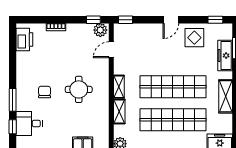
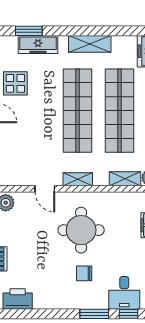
door: (111, 50) -> (45, 189), moved
round table: (79, 89) -> (81, 230), width x1.36, depth x1.36
shelving: (119, 112) -> (125, 179), moved

